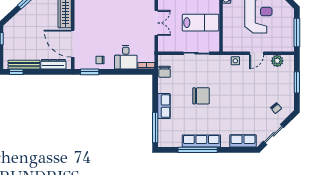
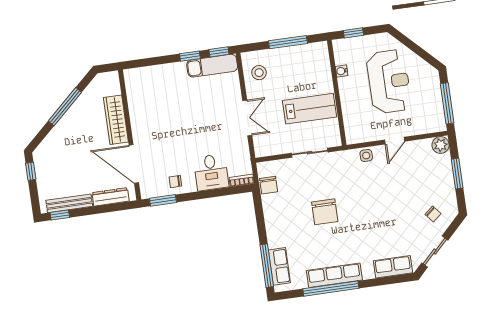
plant: (277, 61) -> (441, 145), moved
chair: (201, 96) -> (325, 212), turned 90
row of seats: (164, 106) -> (279, 266), moved

